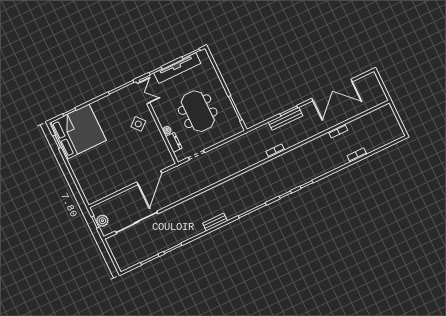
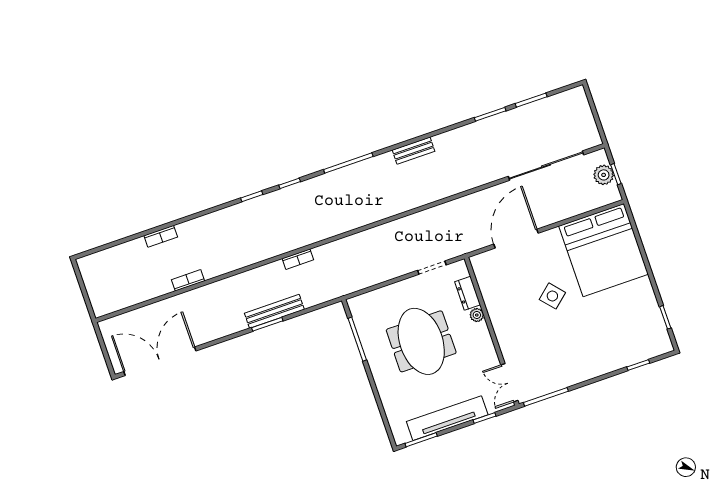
double door: (332, 90) -> (160, 361), moved
side table: (138, 124) -> (552, 296), moved
bed: (78, 132) -> (604, 250), moved, turned -90

